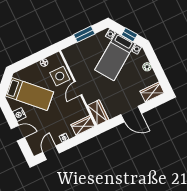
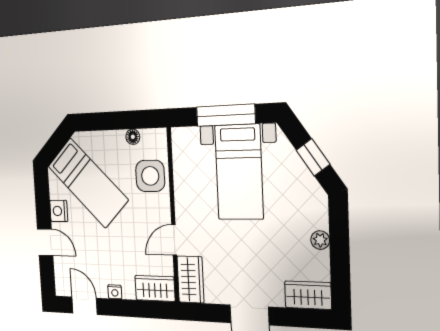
window: (84, 34) -> (226, 115), width x1.44
bed with nightstands: (115, 57) -> (239, 172), moved, turned -55
door: (78, 88) -> (174, 240), moved
door: (51, 153) -> (85, 306), hinge flipped

